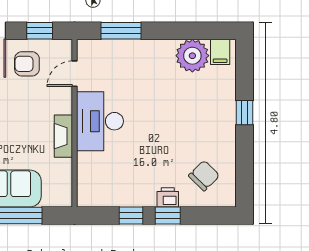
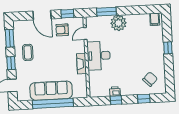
plant: (192, 56) -> (118, 23), moved
printer: (168, 197) -> (115, 91), moved
window: (168, 215) -> (144, 99), moved

